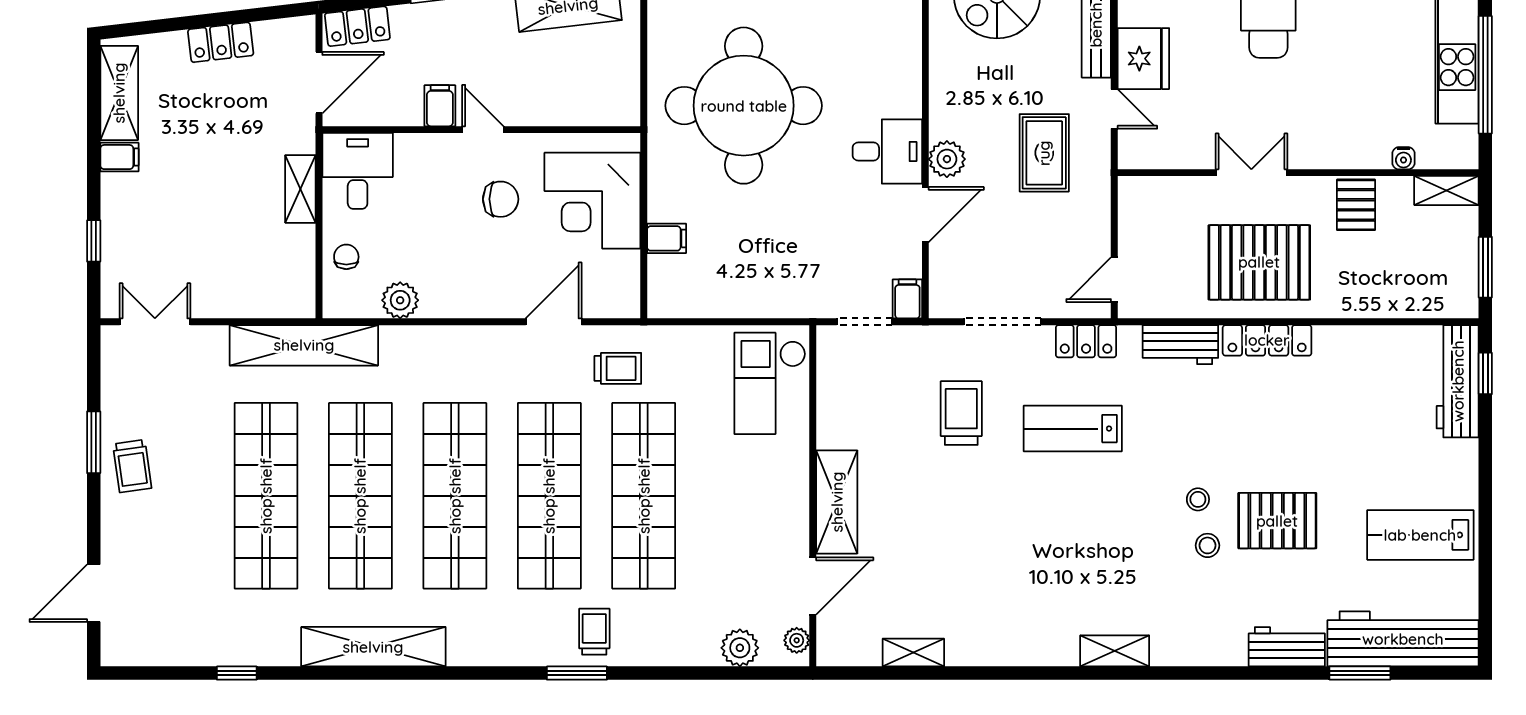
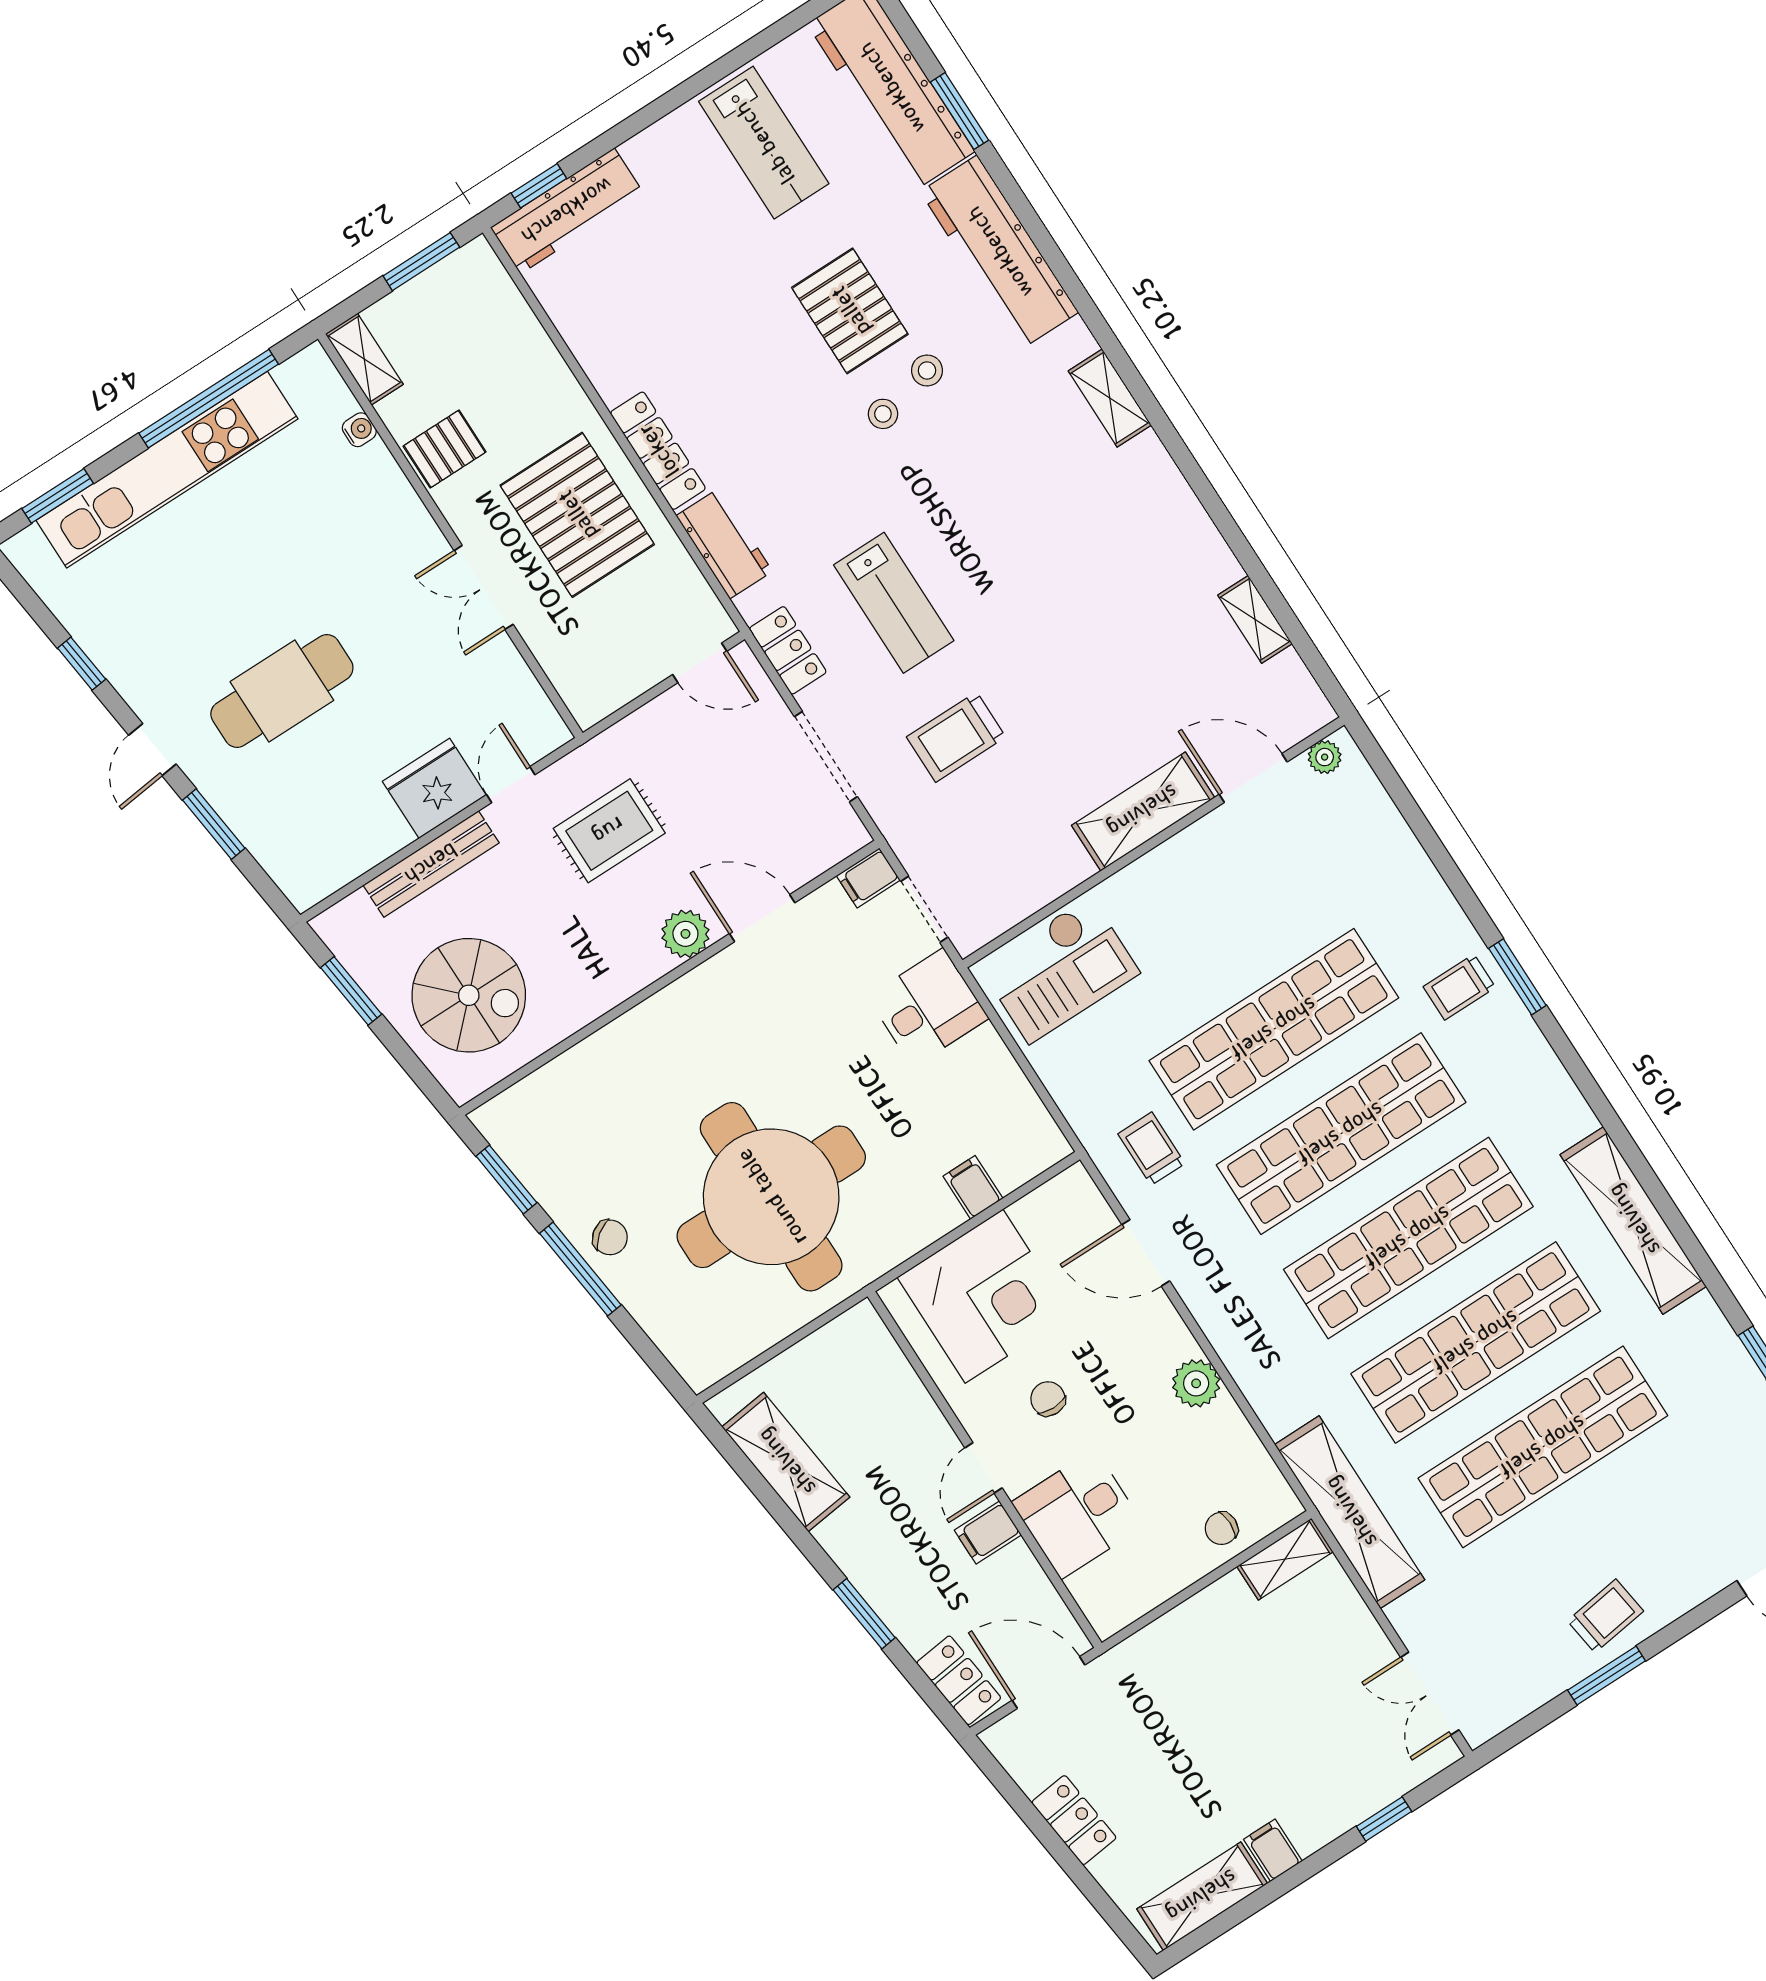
desk: (887, 152) -> (928, 1008), moved, turned 90
desk: (358, 171) -> (1078, 1514), moved
shelving: (300, 189) -> (1285, 1559), moved
chair: (501, 199) -> (1048, 1399), width x0.73, depth x0.73
plant: (400, 300) -> (1196, 1383), moved
workbench: (1287, 647) -> (999, 252), width x1.88, depth x1.32
plant: (740, 648) -> (1373, 815), removed

